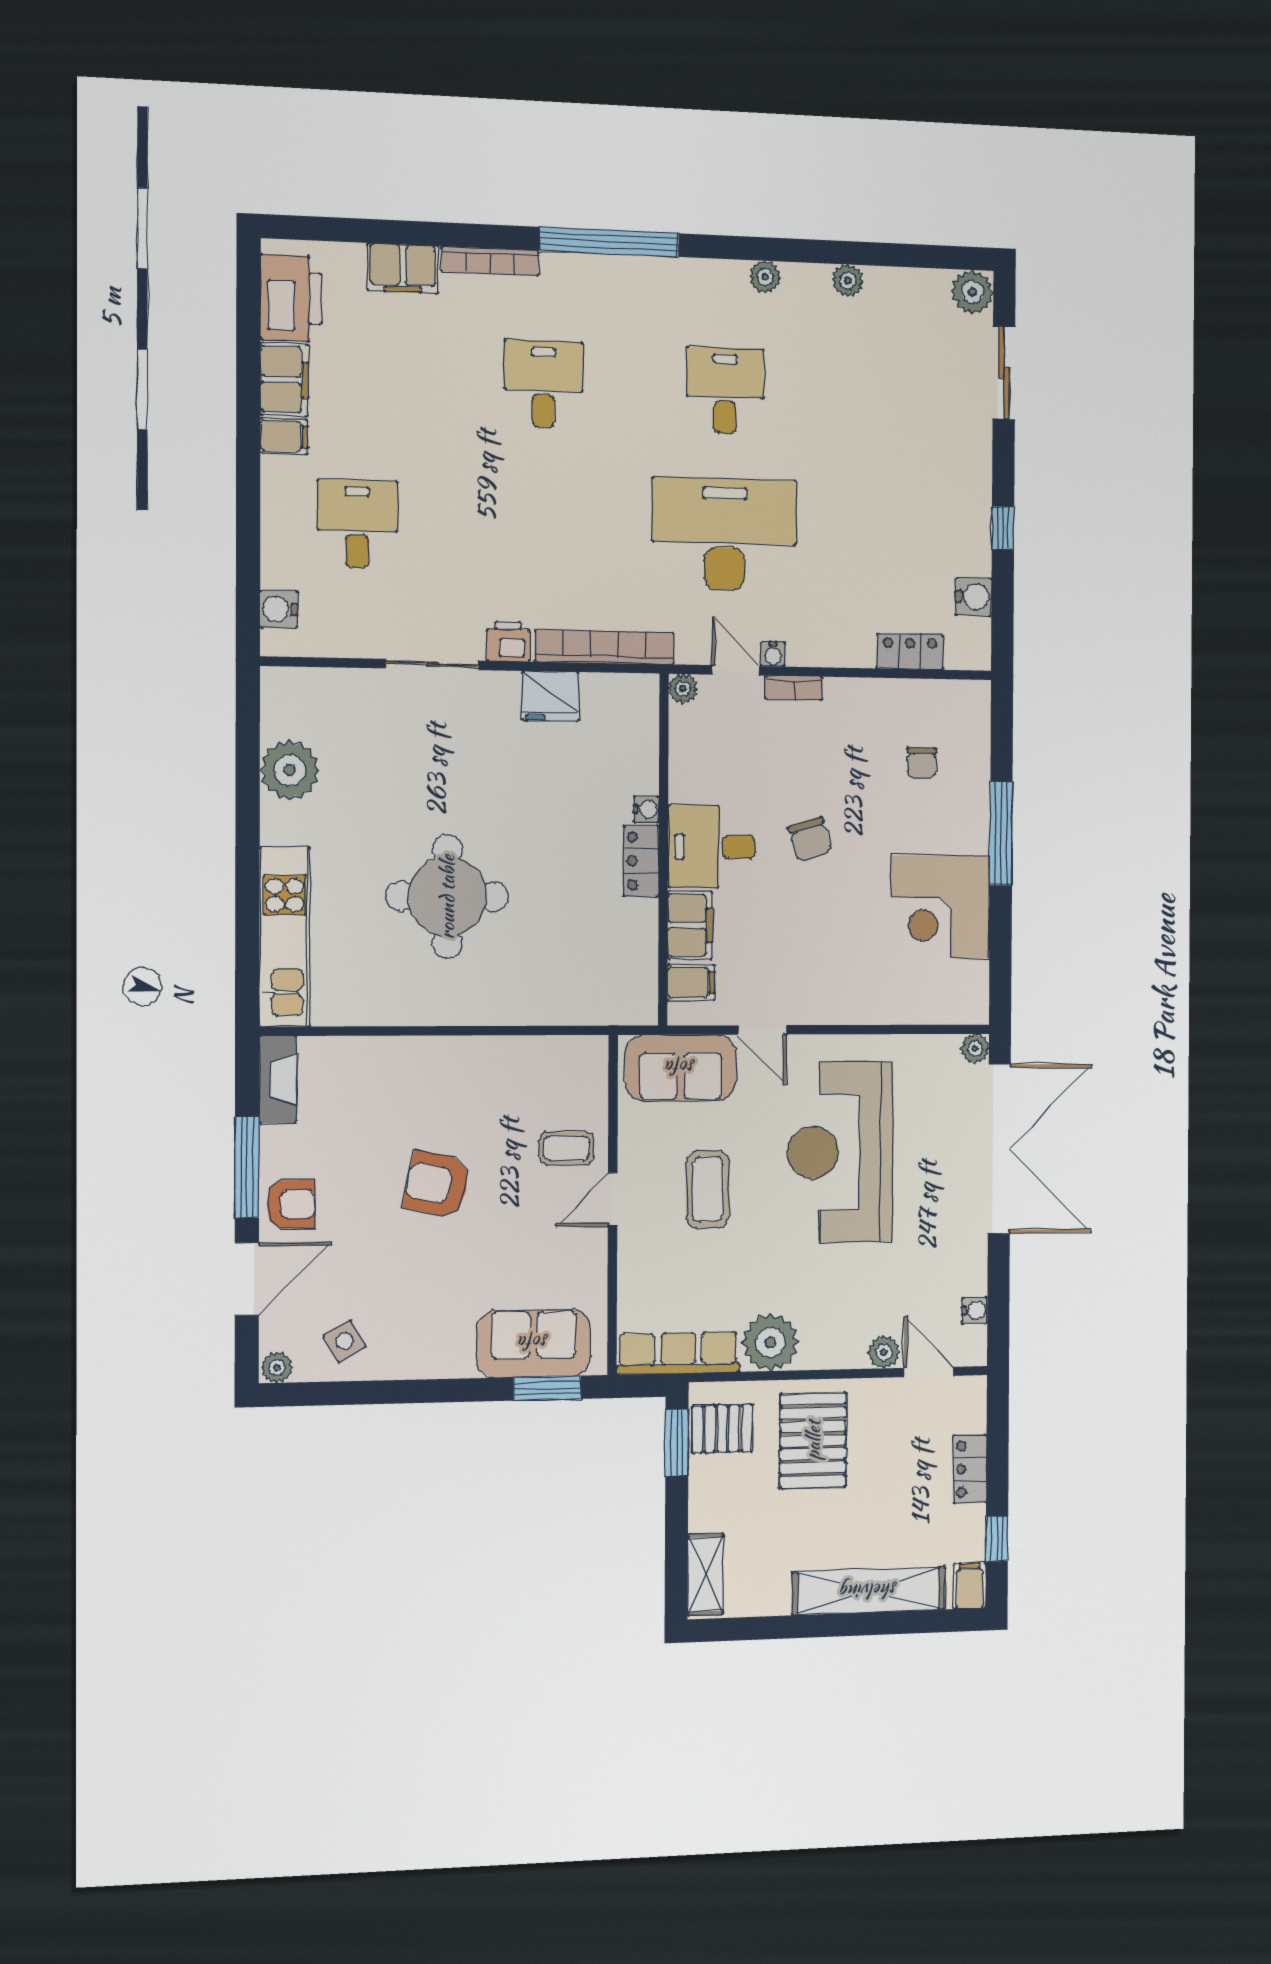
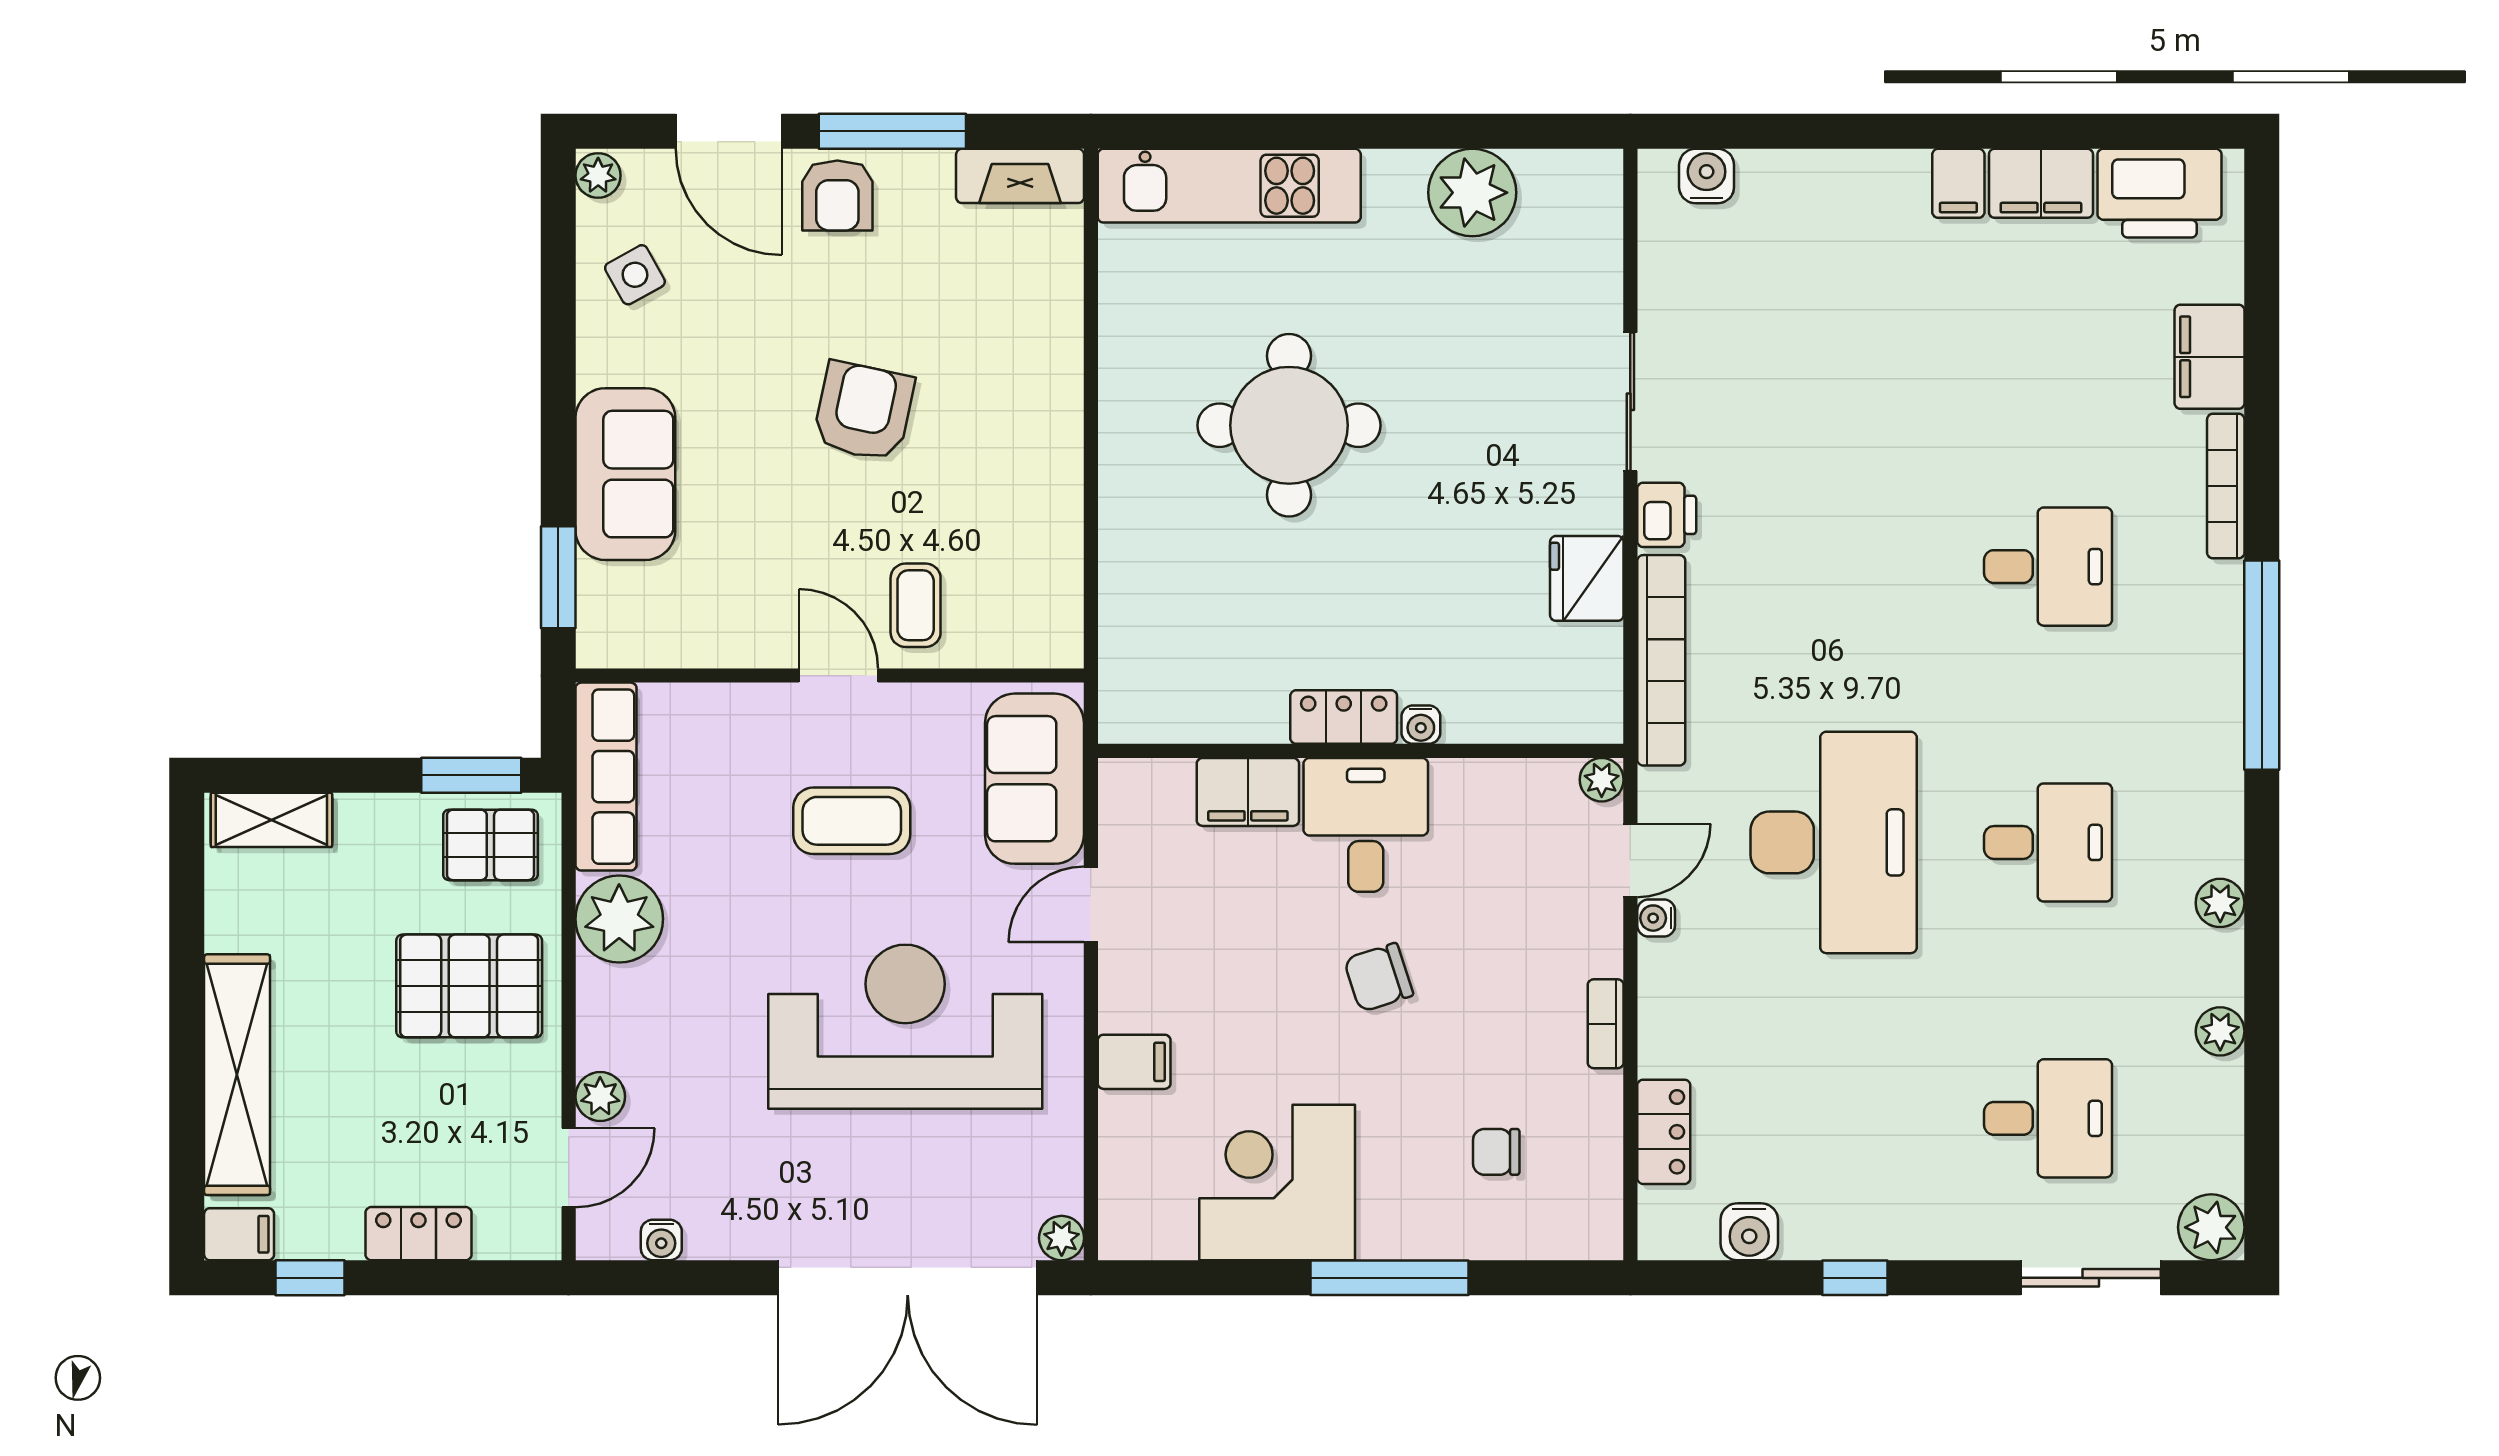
desk: (357, 524) -> (2048, 1118), moved
bookcase: (794, 688) -> (1606, 1024), moved
filing cabinet: (691, 982) -> (1134, 1062), moved, turned -90
sofa: (534, 1343) -> (625, 474), moved
pallet: (722, 1429) -> (490, 845), turned 90

